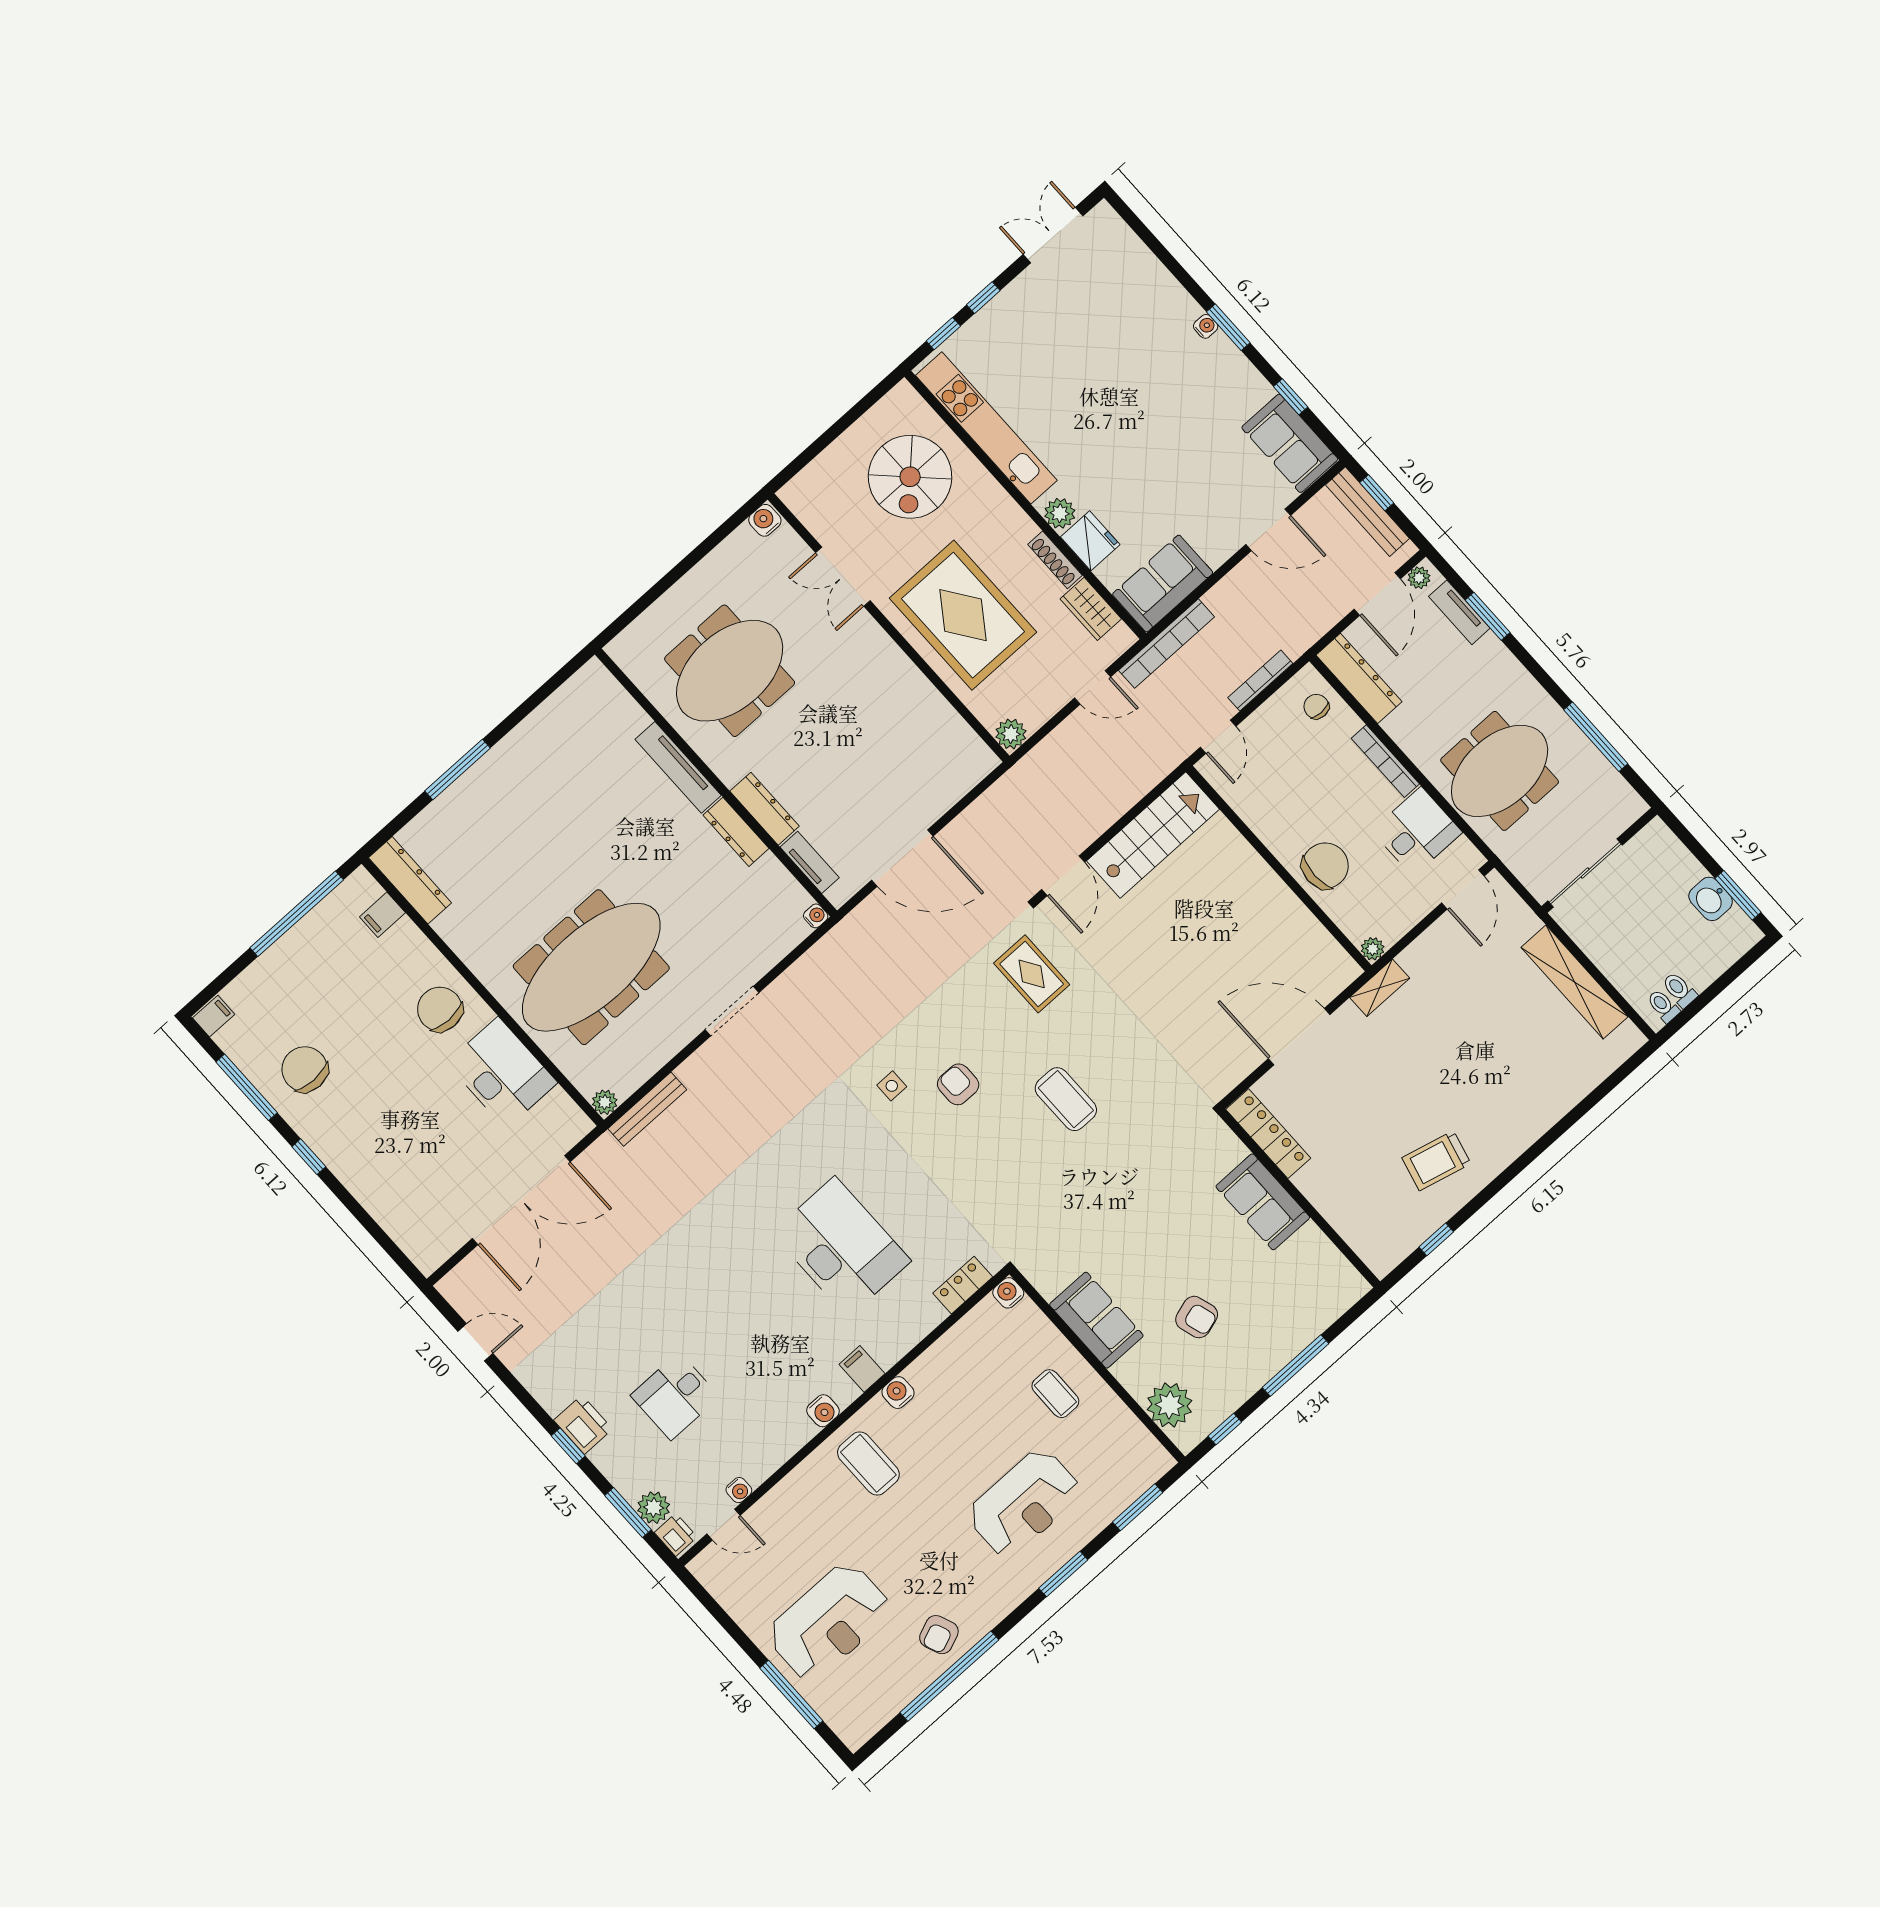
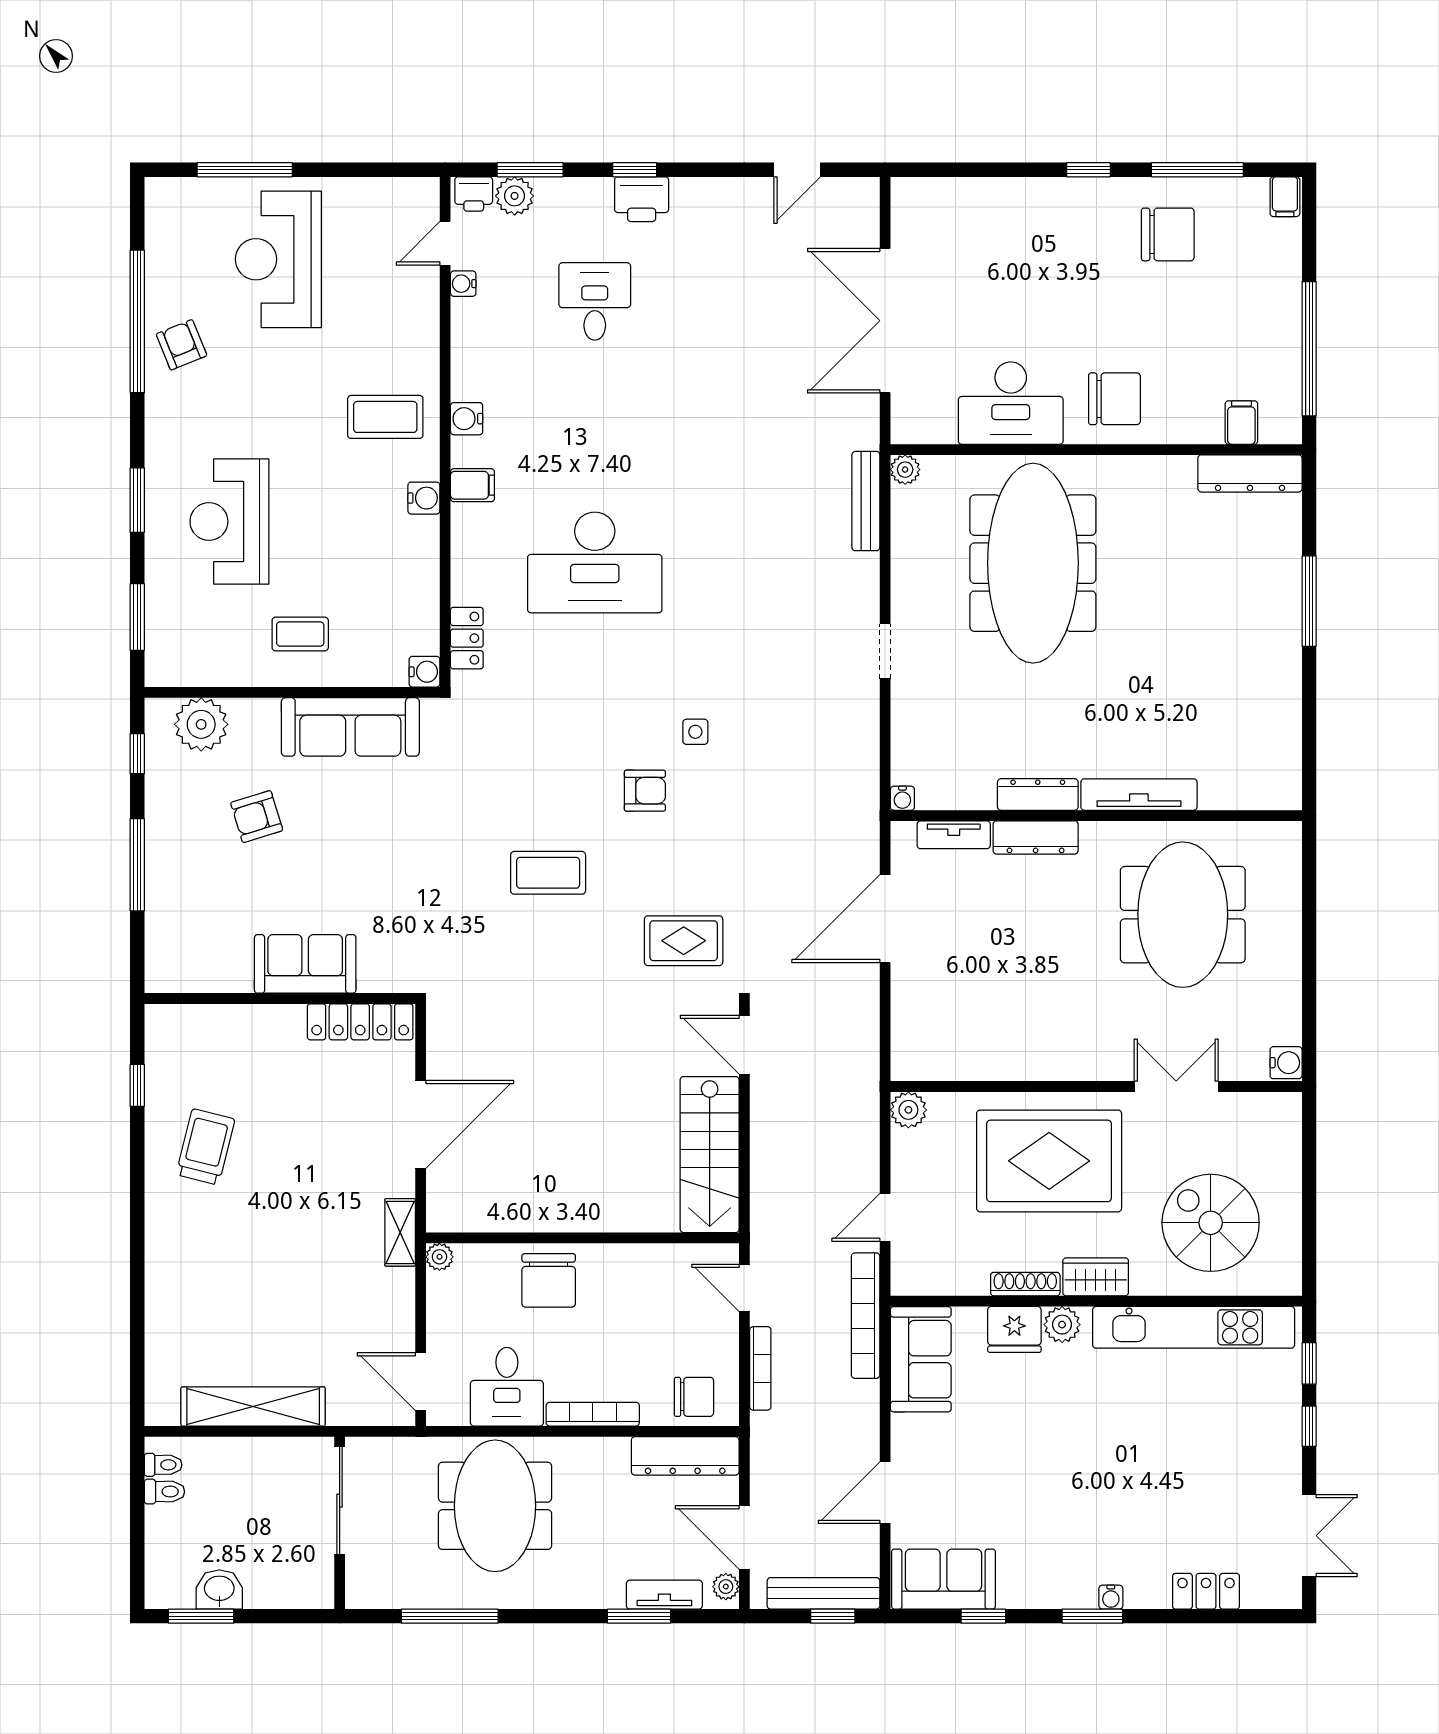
locker: (1147, 269) -> (1206, 1591), added
wardrobe: (1091, 609) -> (1096, 1277), moved
chair: (1316, 707) -> (694, 1397), width x1.37, depth x1.37
doorway: (732, 1011) -> (885, 651), width x0.73
sofa: (1096, 1320) -> (350, 727), width x1.36

